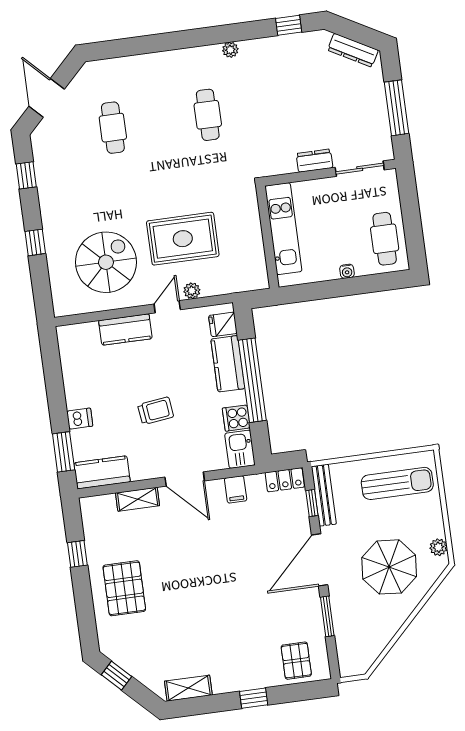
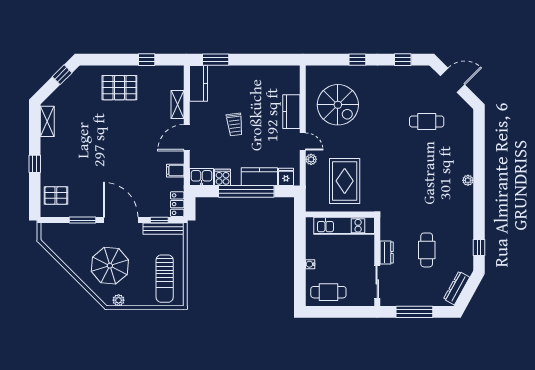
plant: (230, 50) -> (468, 180), moved
cafe table: (208, 115) -> (427, 250), moved, turned 90
rug: (183, 239) -> (345, 181), moved
dishwasher: (80, 419) -> (236, 73), removed

